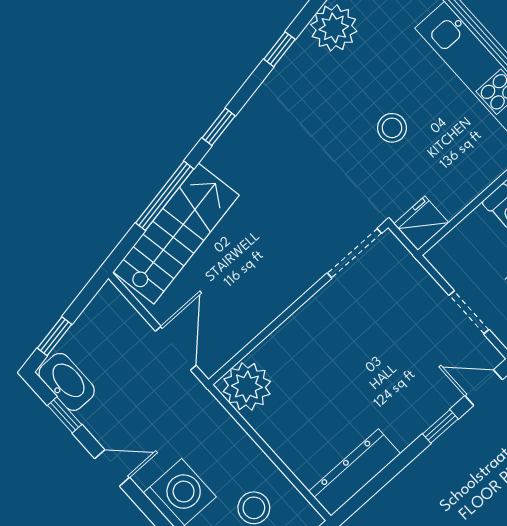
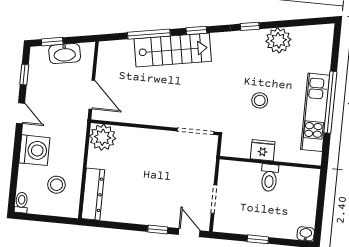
fridge: (421, 223) -> (263, 150), moved
stairs: (176, 234) -> (173, 50), moved
door: (176, 348) -> (92, 95), hinge flipped
washbasin: (67, 382) -> (65, 54), moved, turned 80
dresser: (355, 473) -> (93, 194), moved, turned 90

